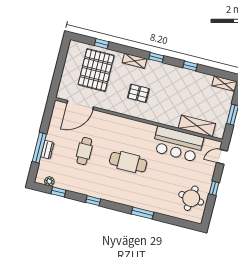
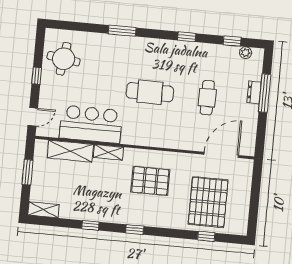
shelving: (135, 61) -> (108, 152), moved
pallet: (138, 93) -> (150, 181), width x1.50, depth x1.42

